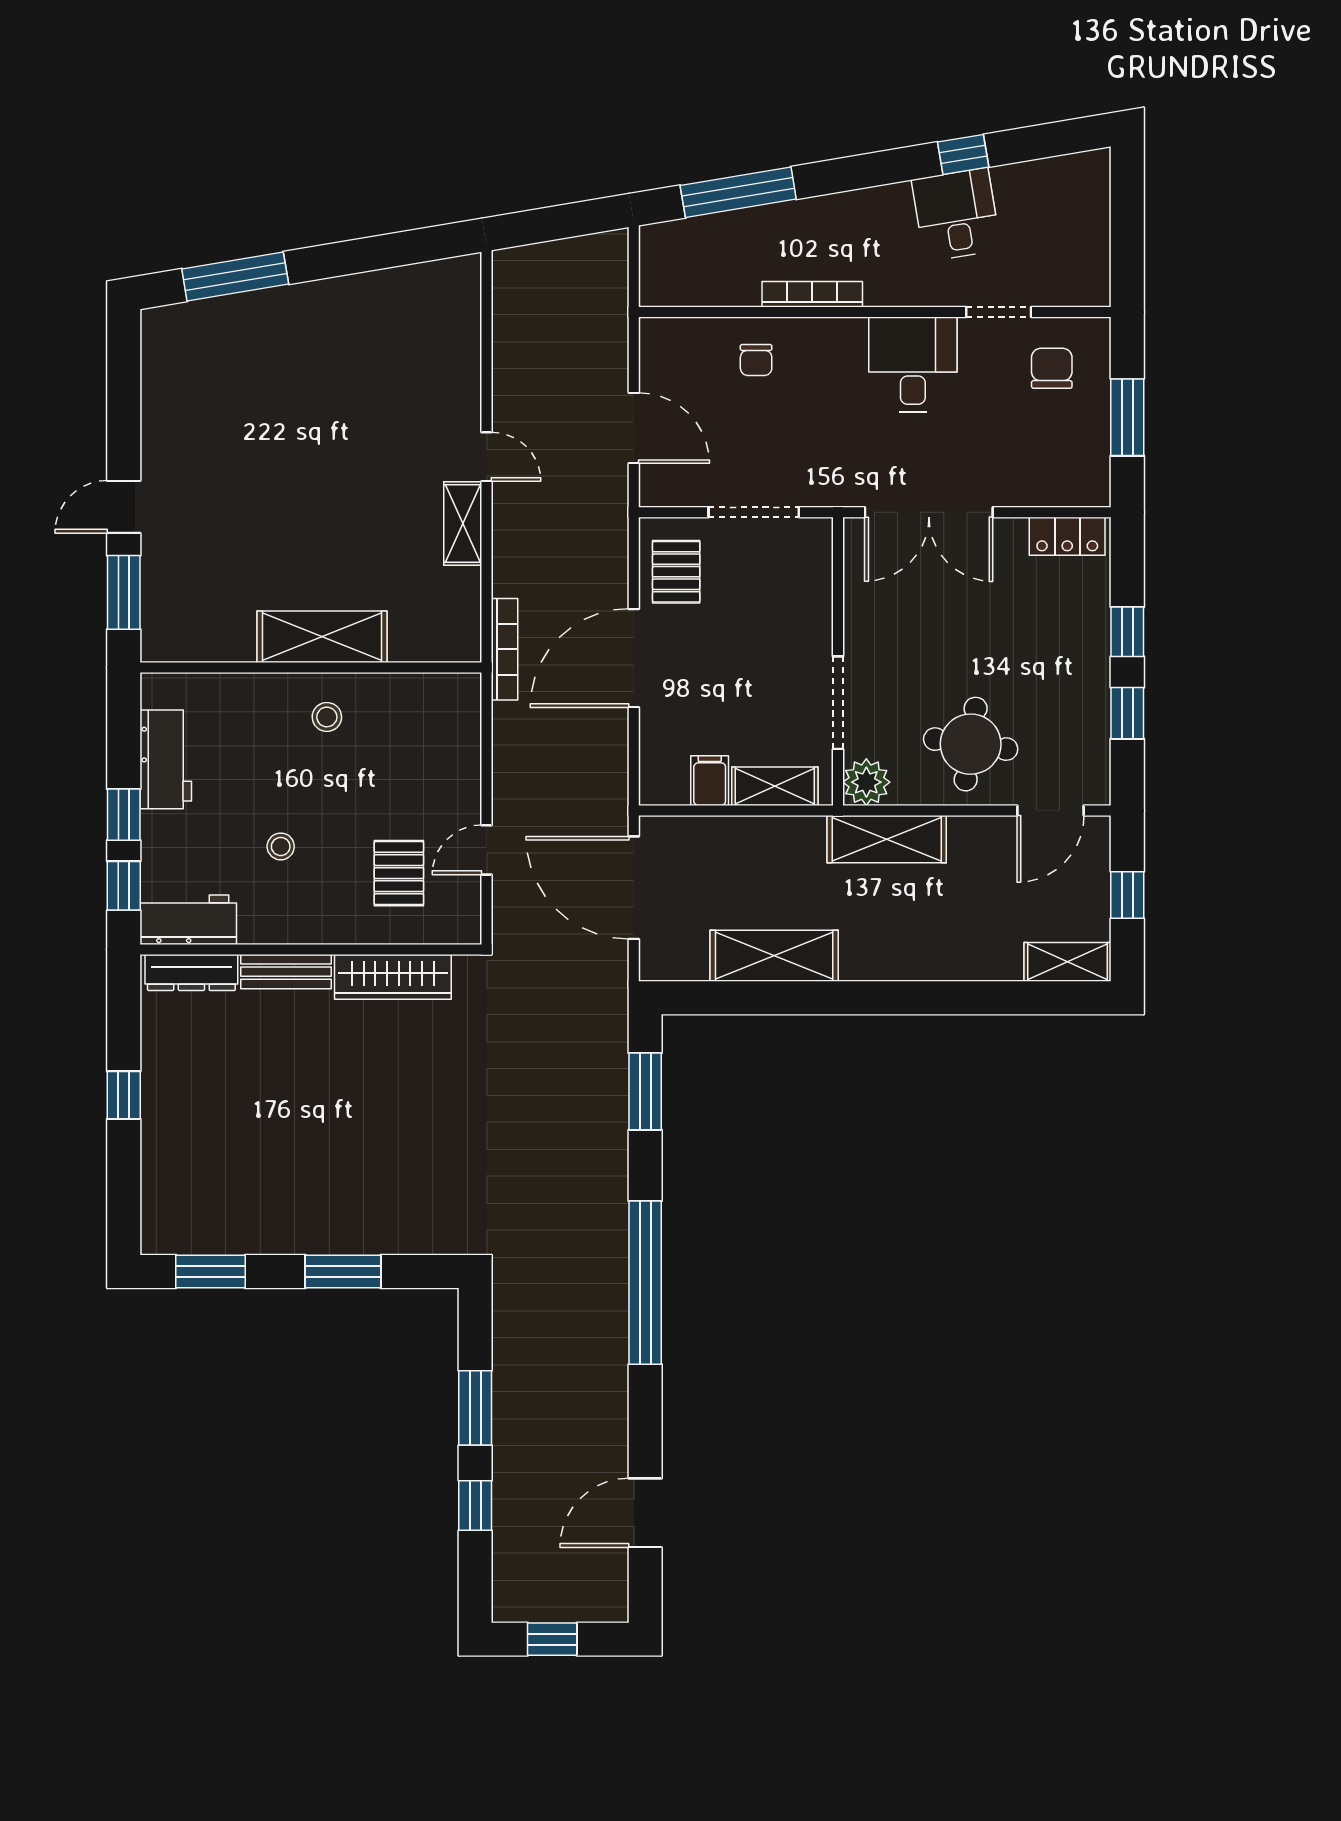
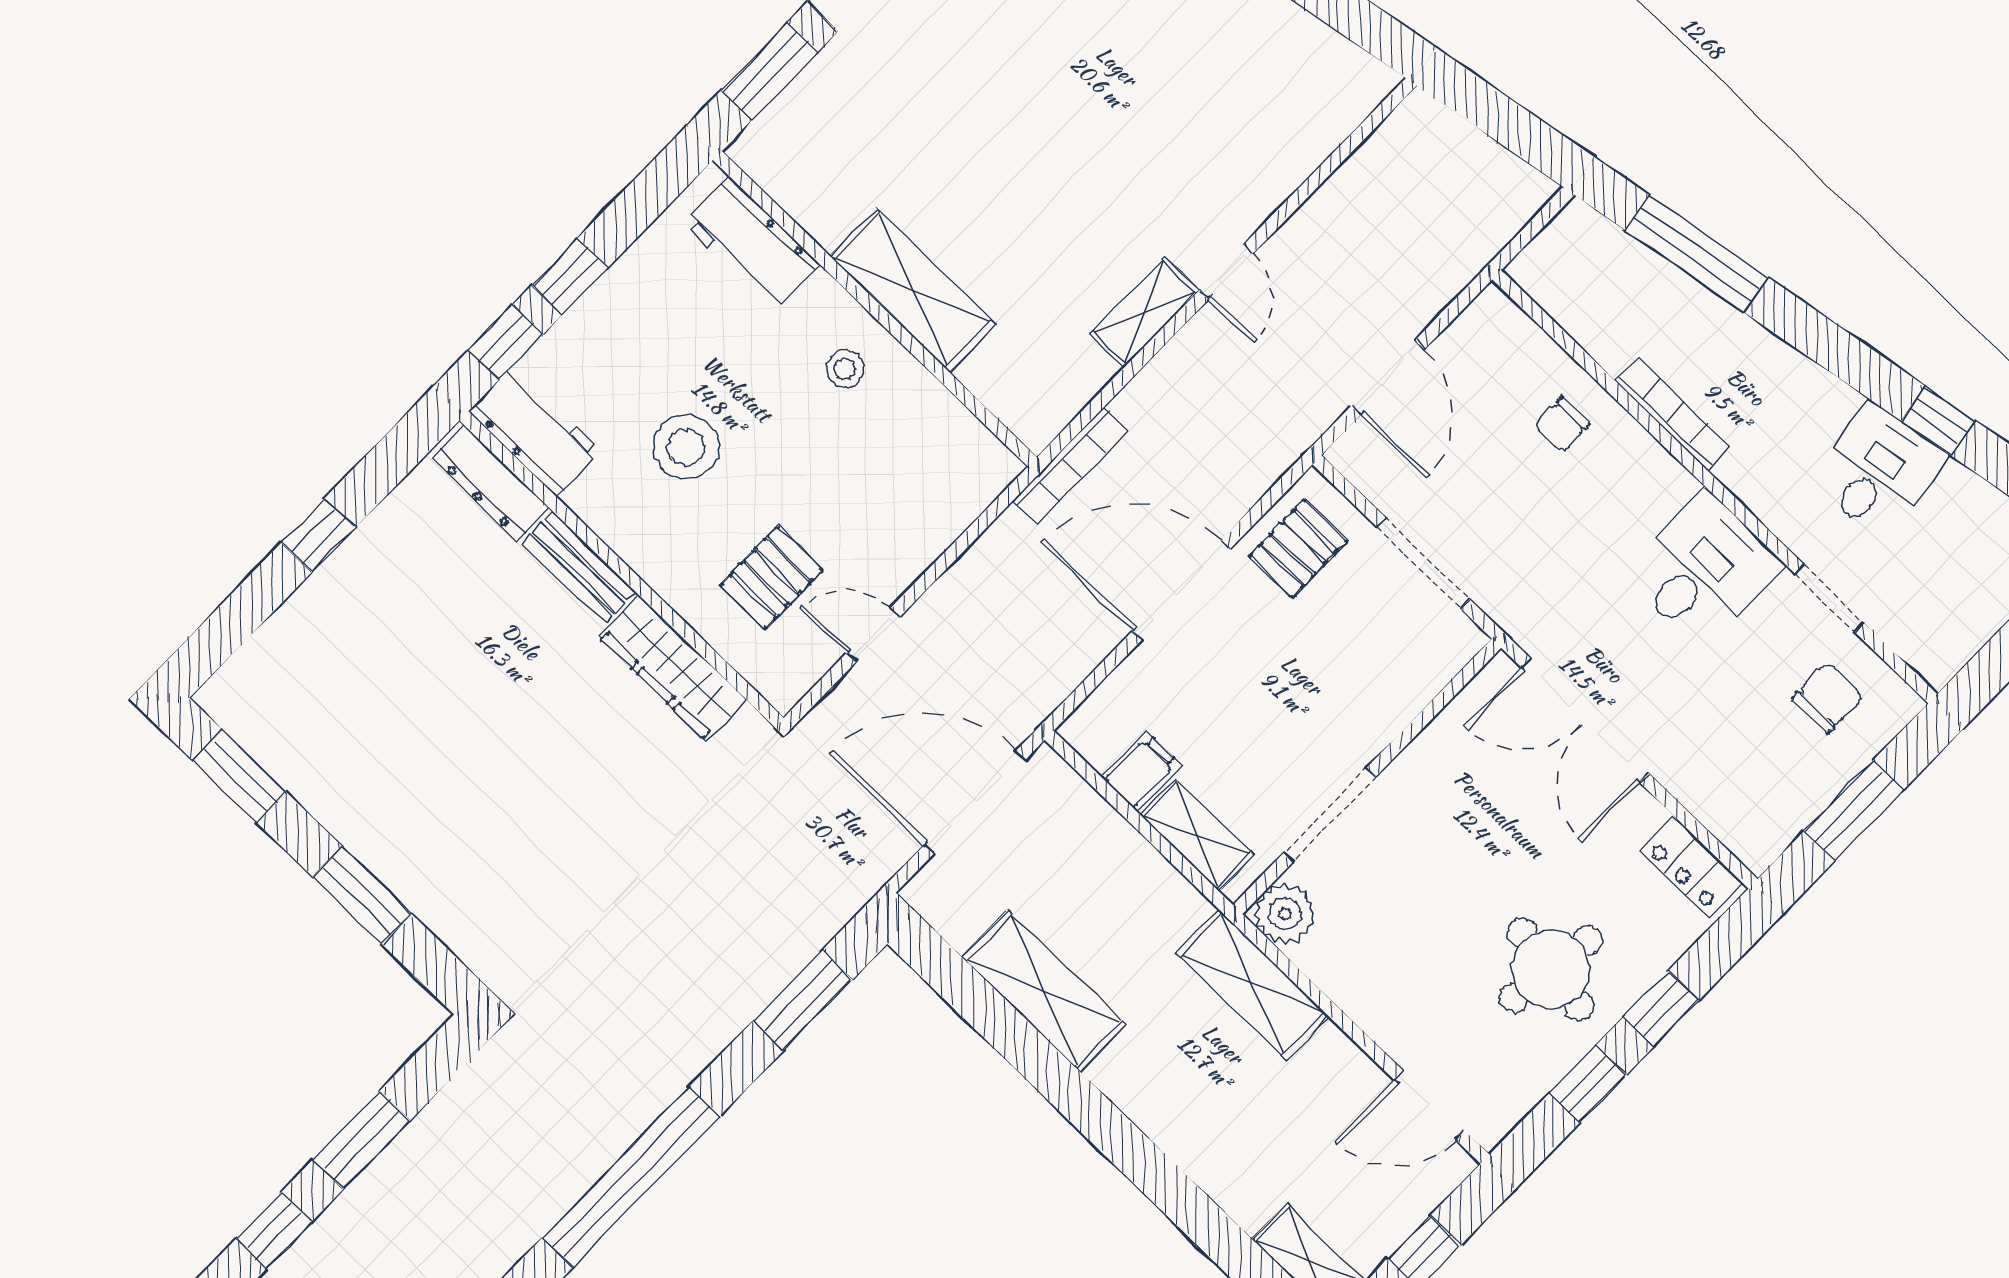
round table: (971, 744) -> (1551, 969), moved
workbench: (166, 759) -> (751, 244), moved, turned 90
stool: (281, 846) -> (686, 447), width x1.89, depth x1.89
door: (634, 888) -> (975, 802), hinge flipped

